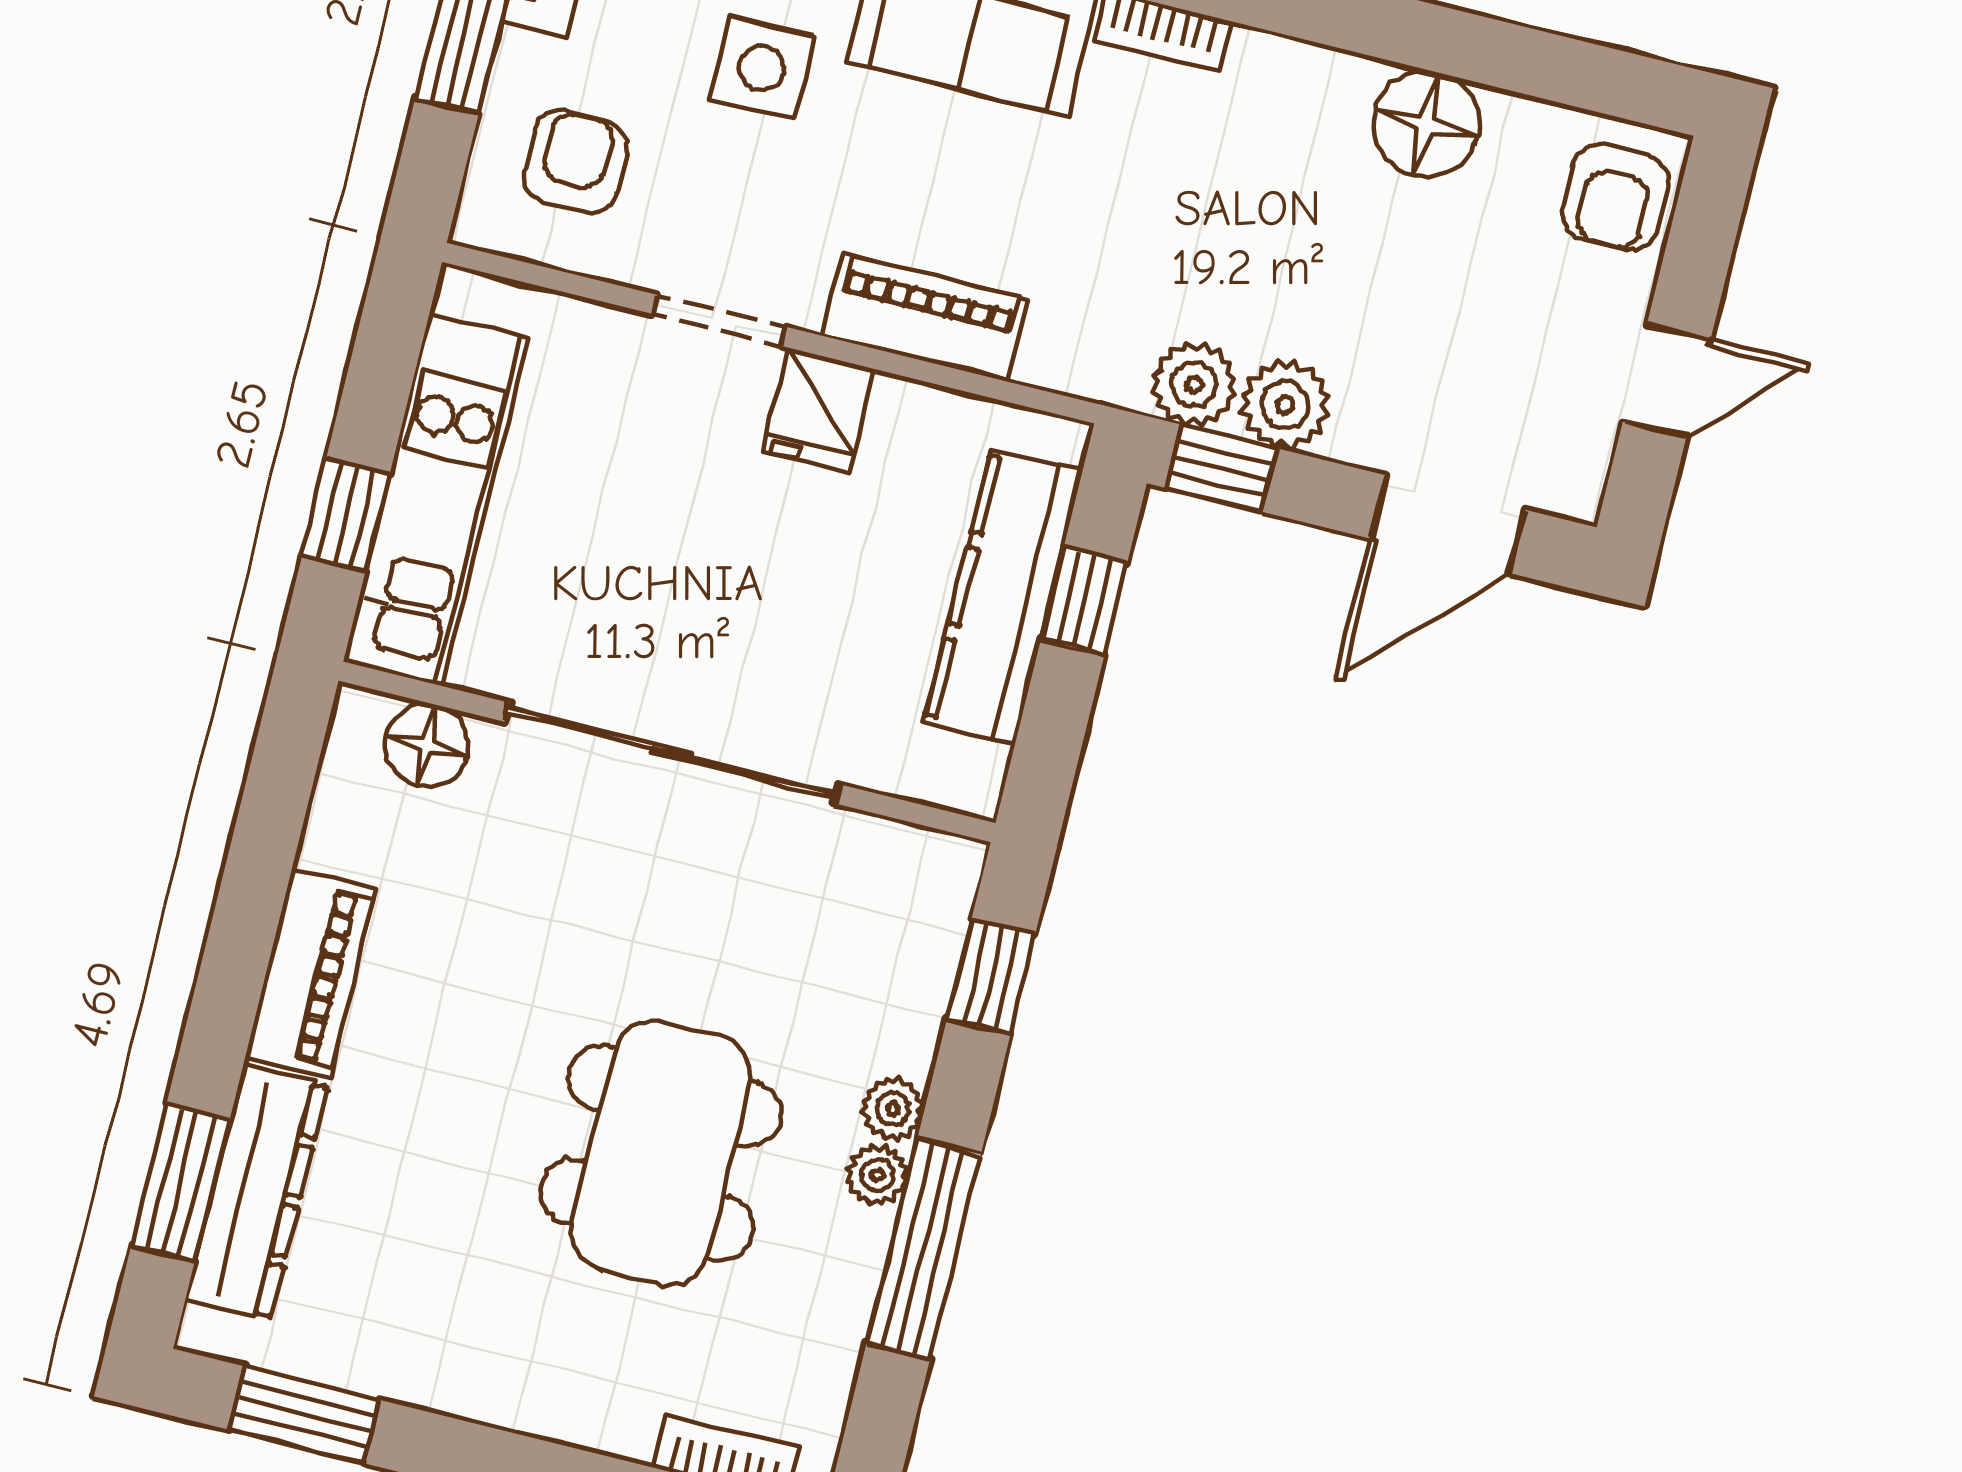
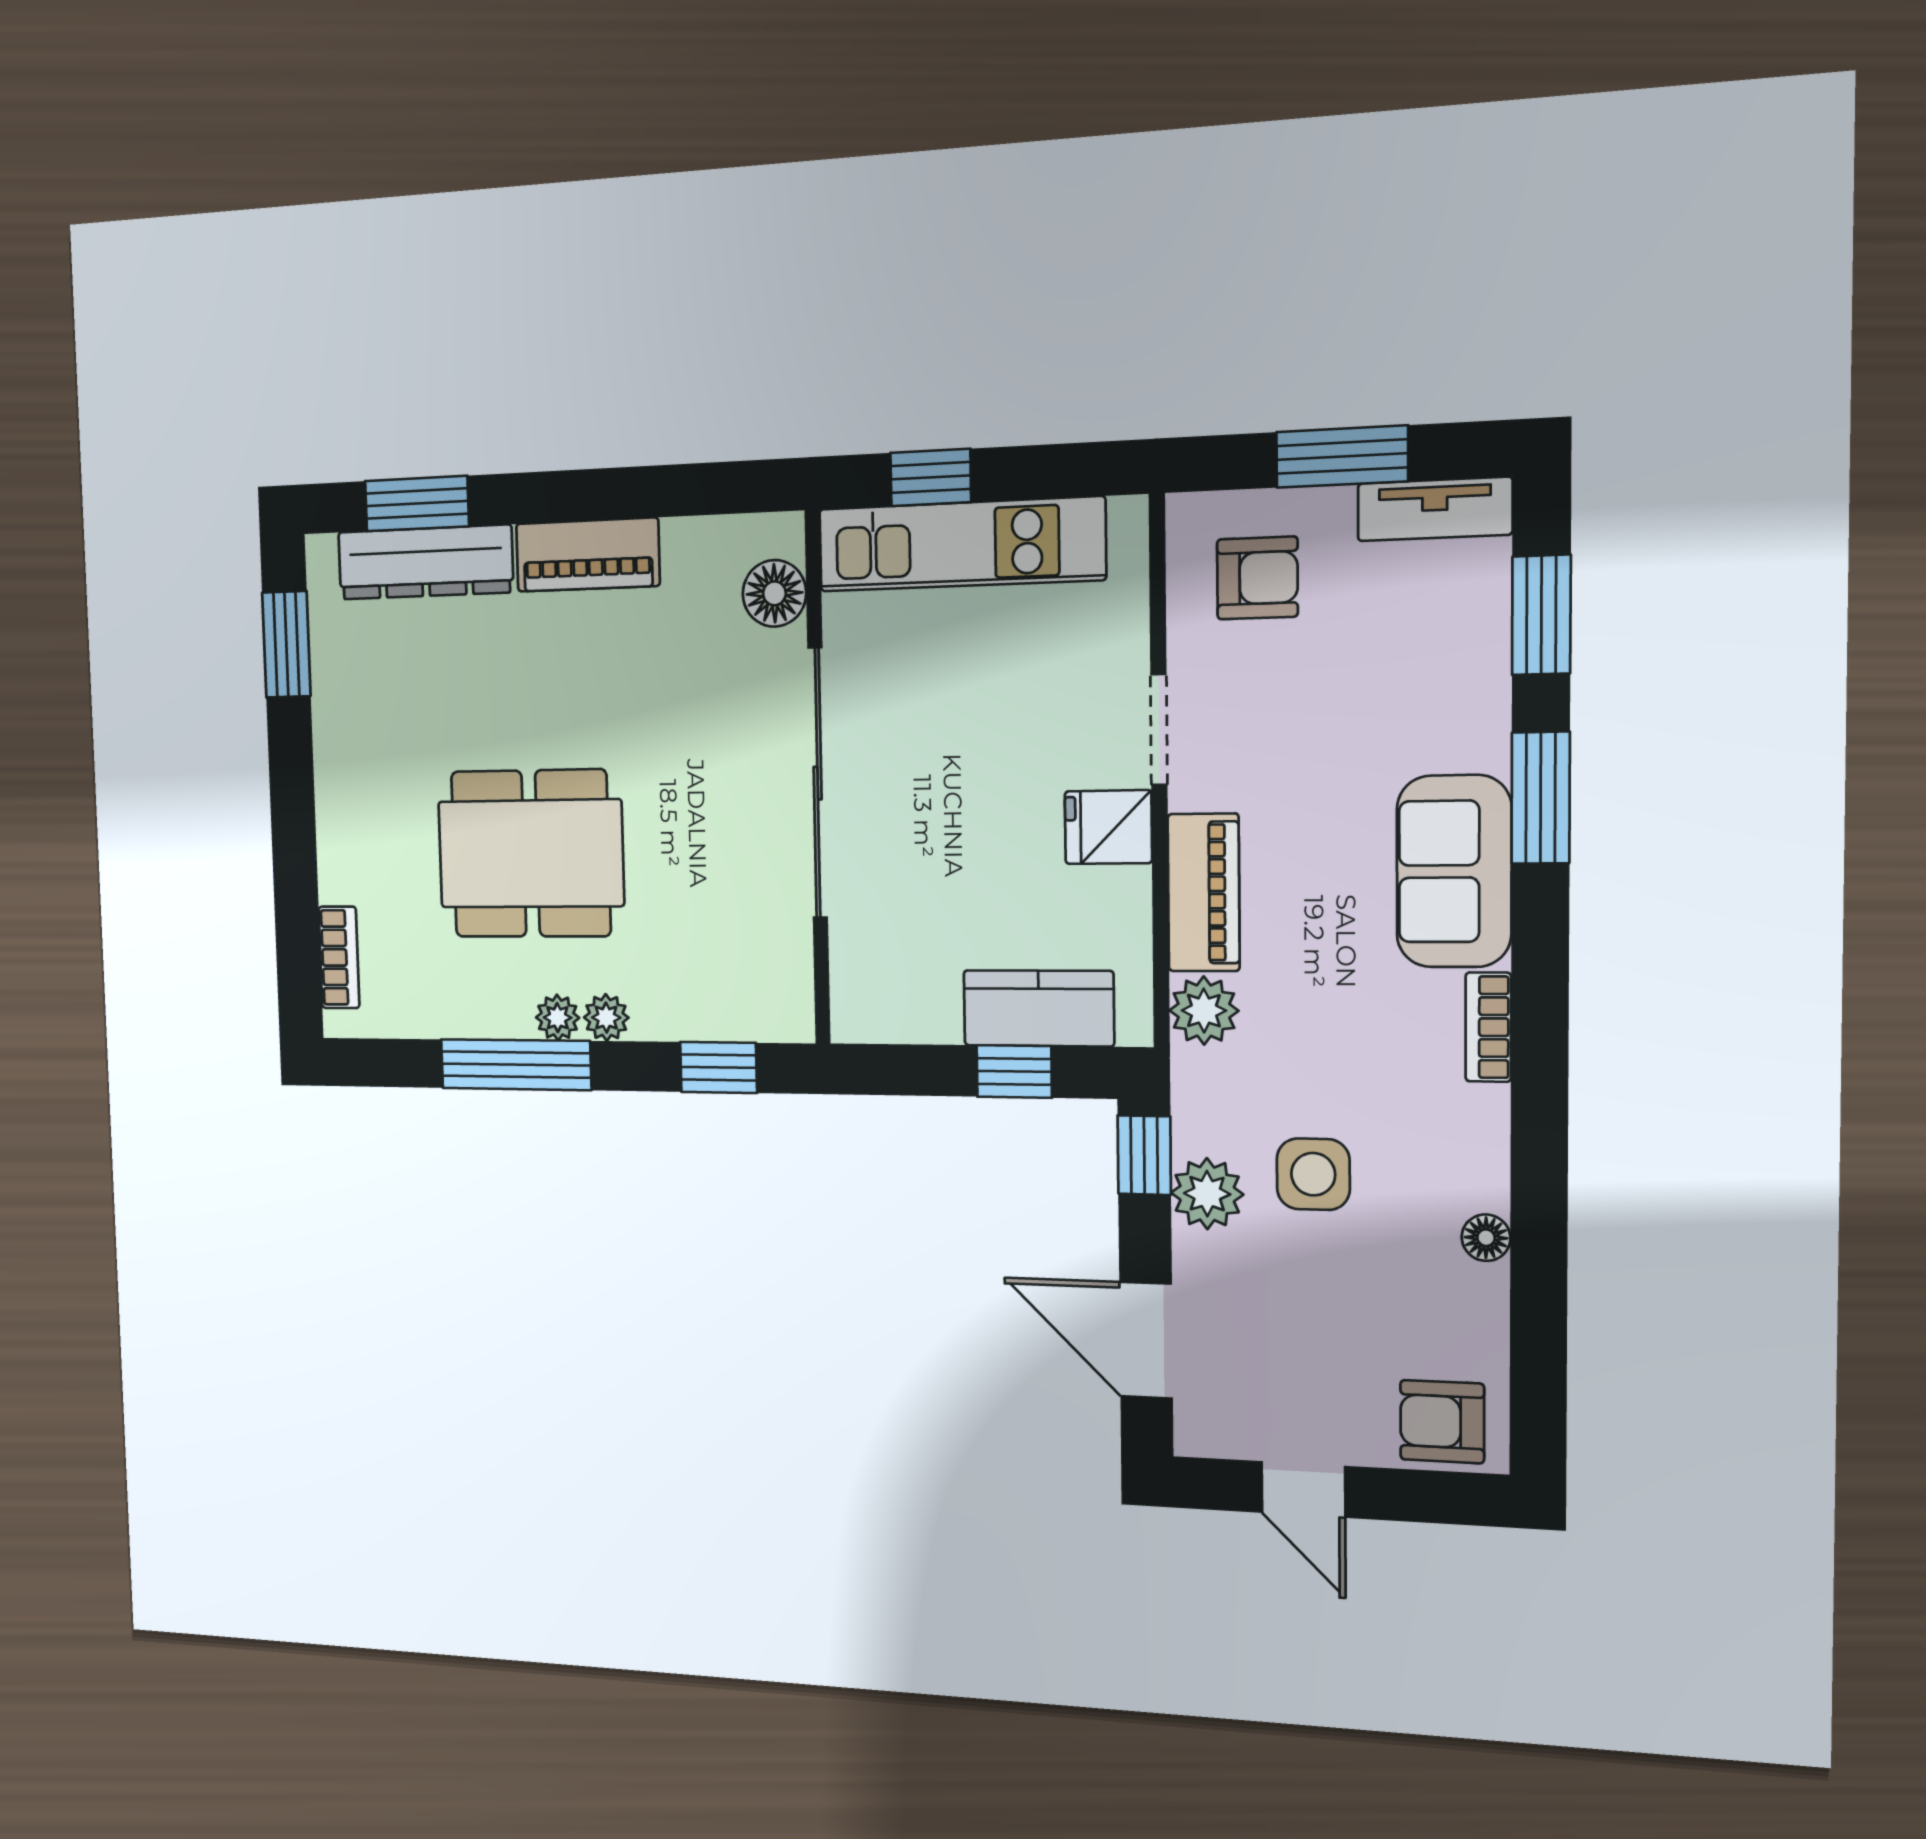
side table: (762, 68) -> (1313, 1174), moved
floor lamp: (1426, 124) -> (1486, 1238), width x0.53, depth x0.53
plant: (1194, 385) -> (1204, 1011), moved
kitchen counter: (1003, 596) -> (1039, 1008), width x0.67

